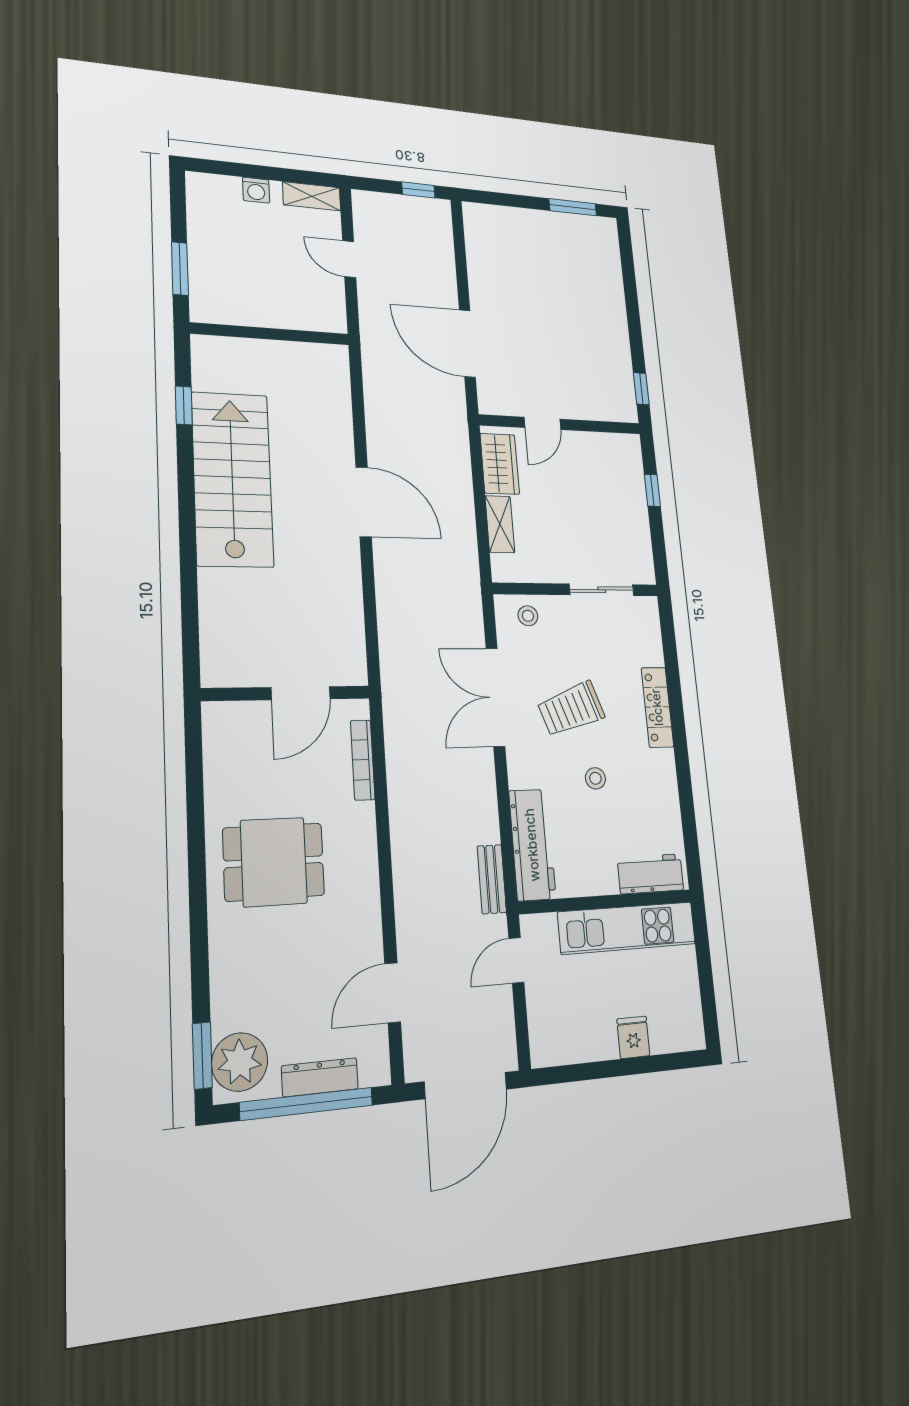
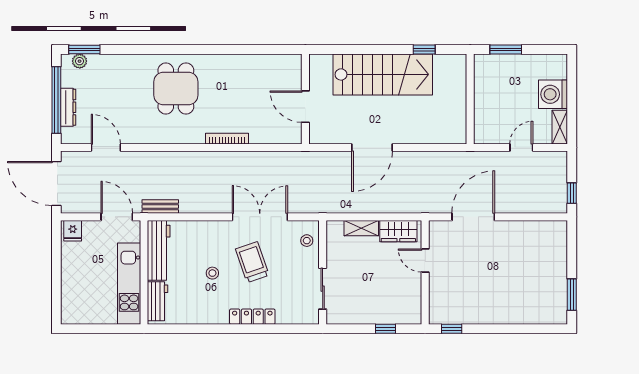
washing machine: (256, 190) -> (553, 94), width x1.89, depth x1.89
wall: (286, 693) -> (305, 99), moved
door: (301, 693) -> (305, 107), moved
workbench: (532, 845) -> (159, 250), moved, turned -90
door: (516, 960) -> (117, 217), width x1.38
fridge: (633, 1037) -> (73, 231), moved, turned 90
plant: (240, 1062) -> (80, 61), width x0.53, depth x0.53

